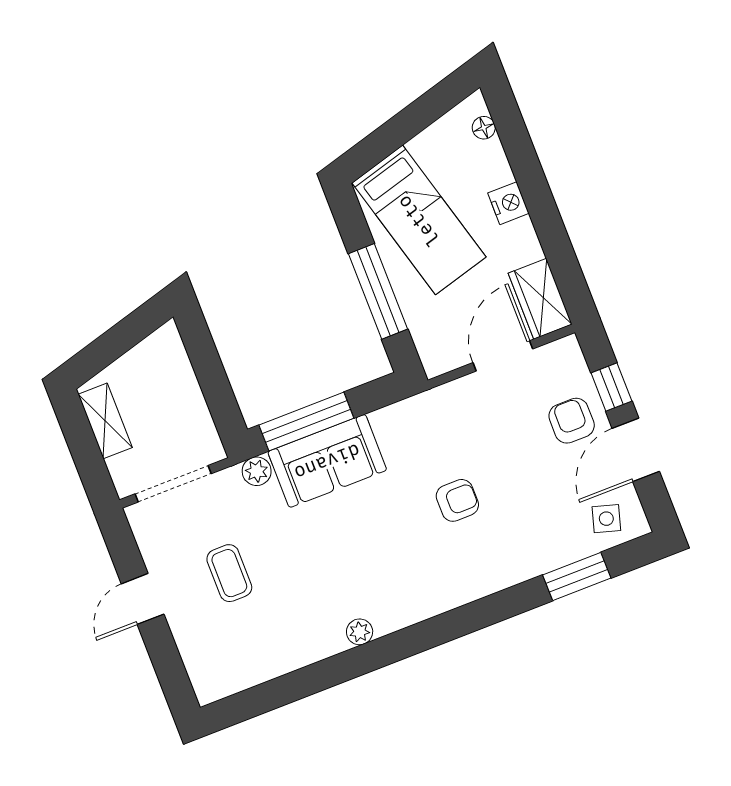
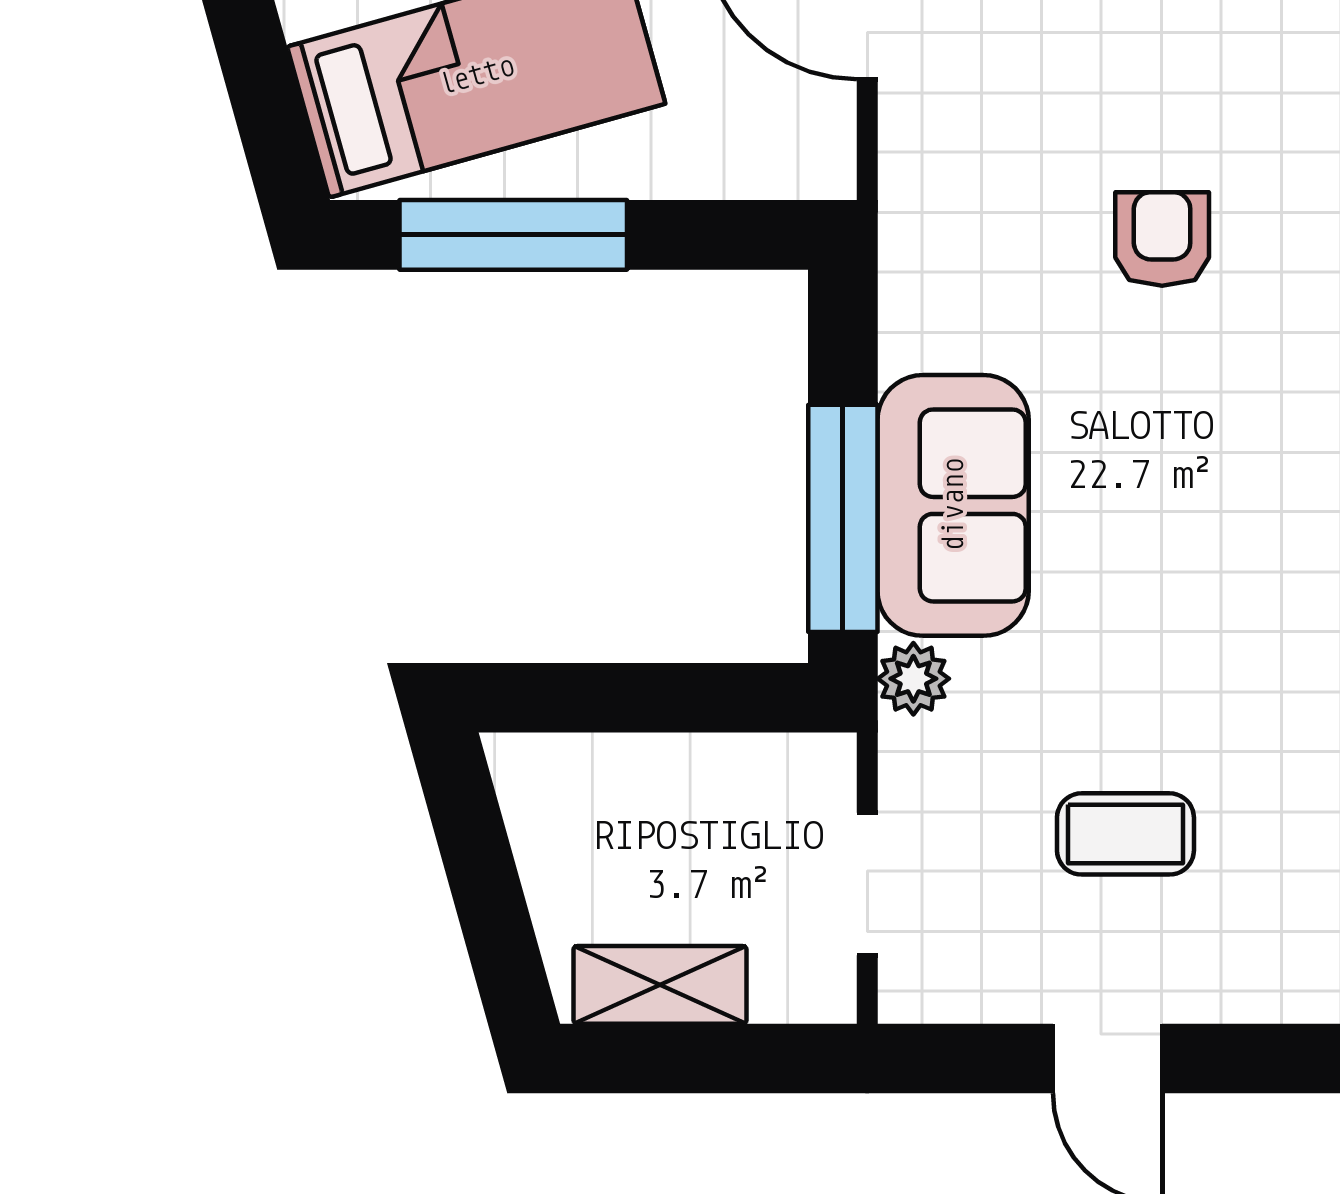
window: (378, 291) -> (513, 235), moved
doorway: (173, 484) -> (867, 884), width x0.73

